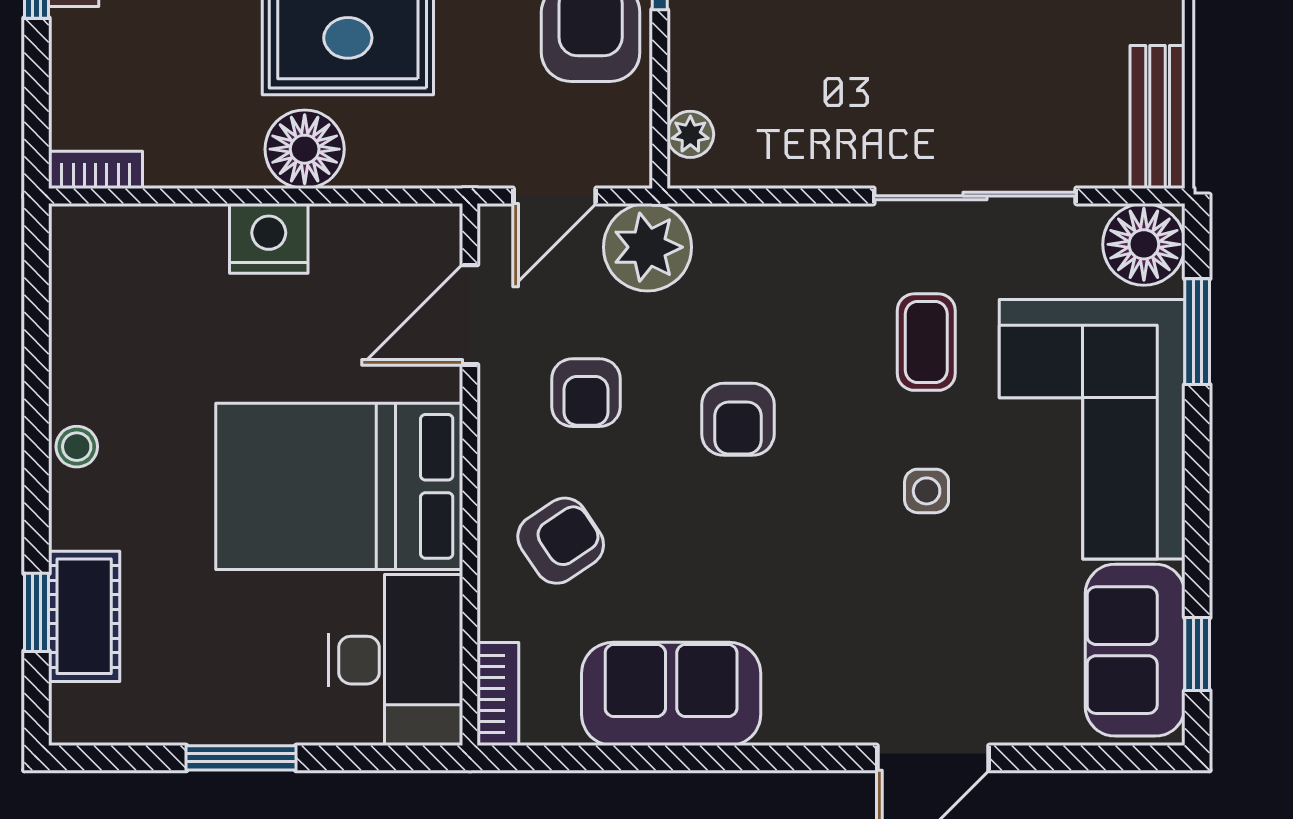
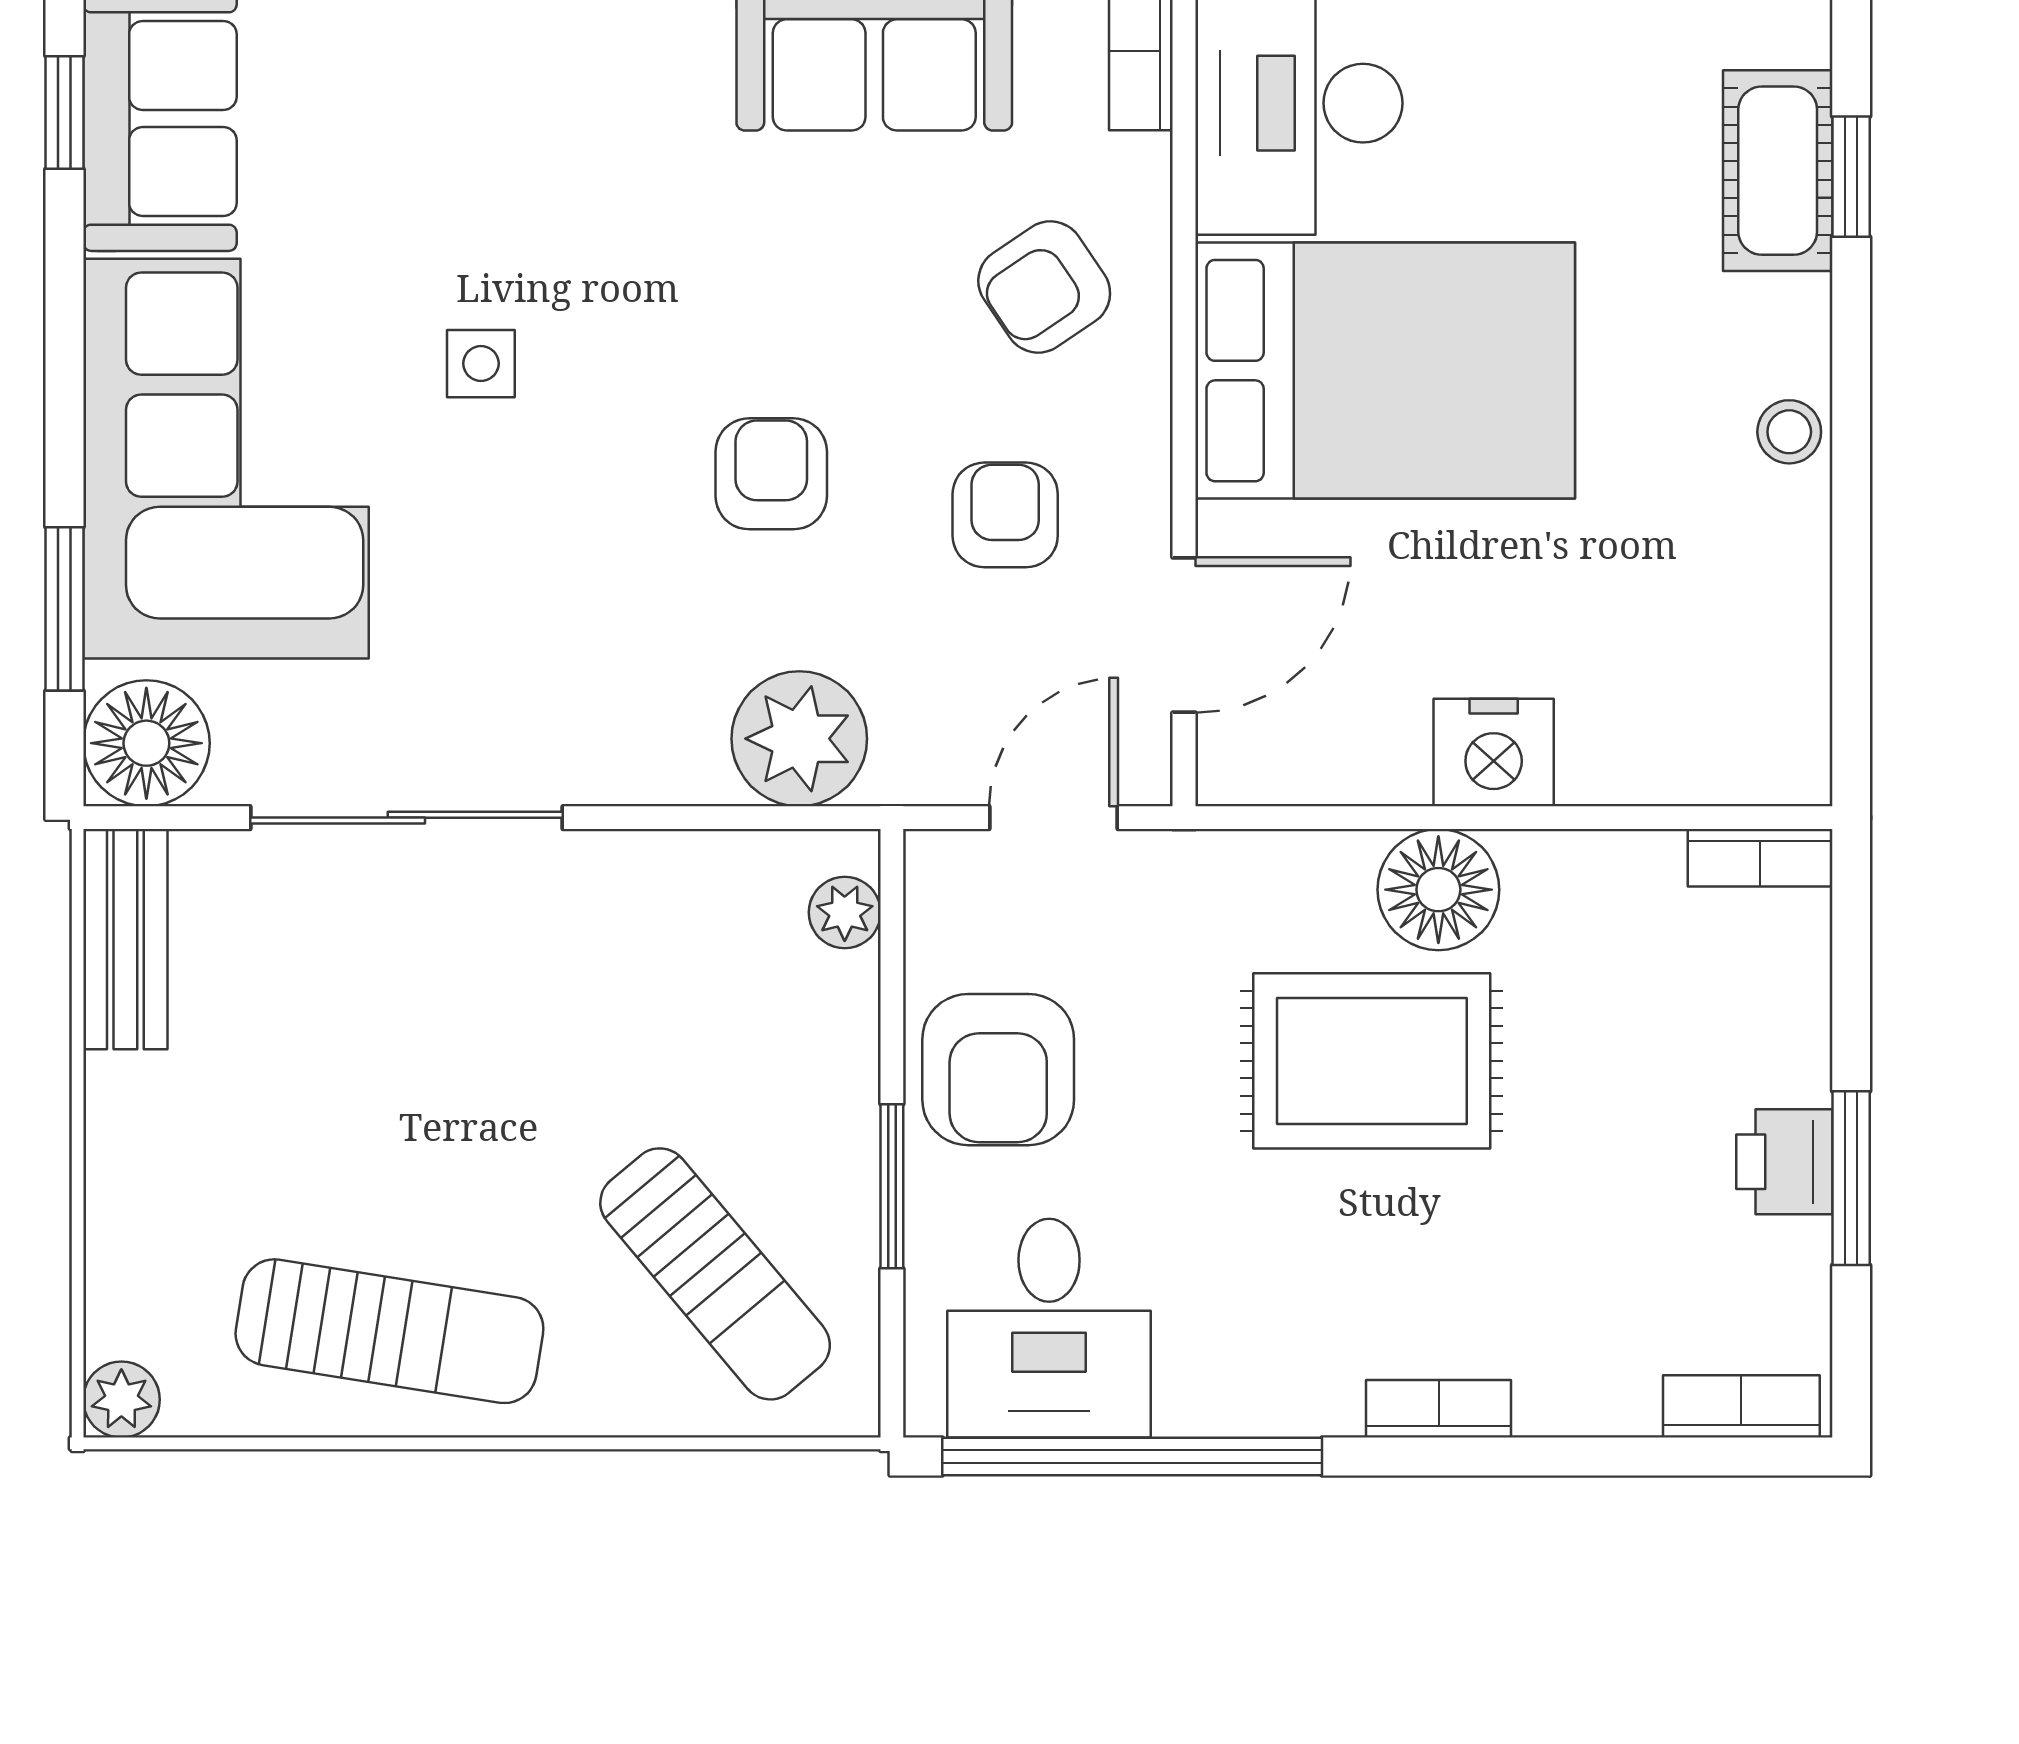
plant: (648, 247) -> (799, 739), moved
coffee table: (926, 342) -> (481, 593), removed

